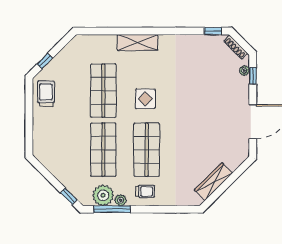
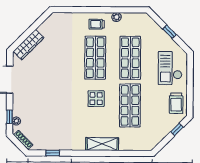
window: (213, 31) -> (53, 153), moved
checkout: (54, 137) -> (170, 68), added
wardrobe: (213, 182) -> (29, 45), moved
plant: (103, 195) -> (130, 21), removed
window: (69, 196) -> (169, 32), moved
window: (112, 209) -> (123, 10), removed

